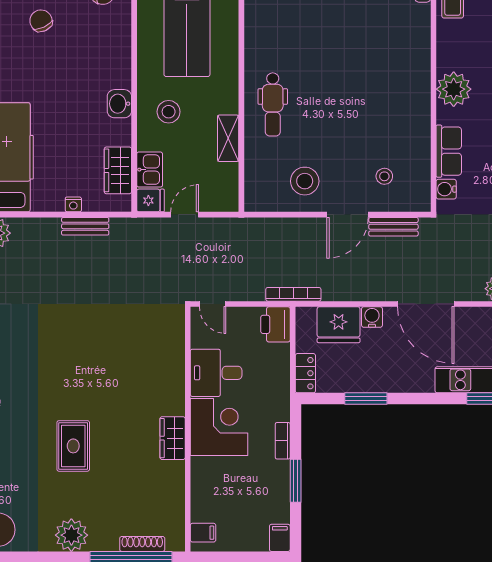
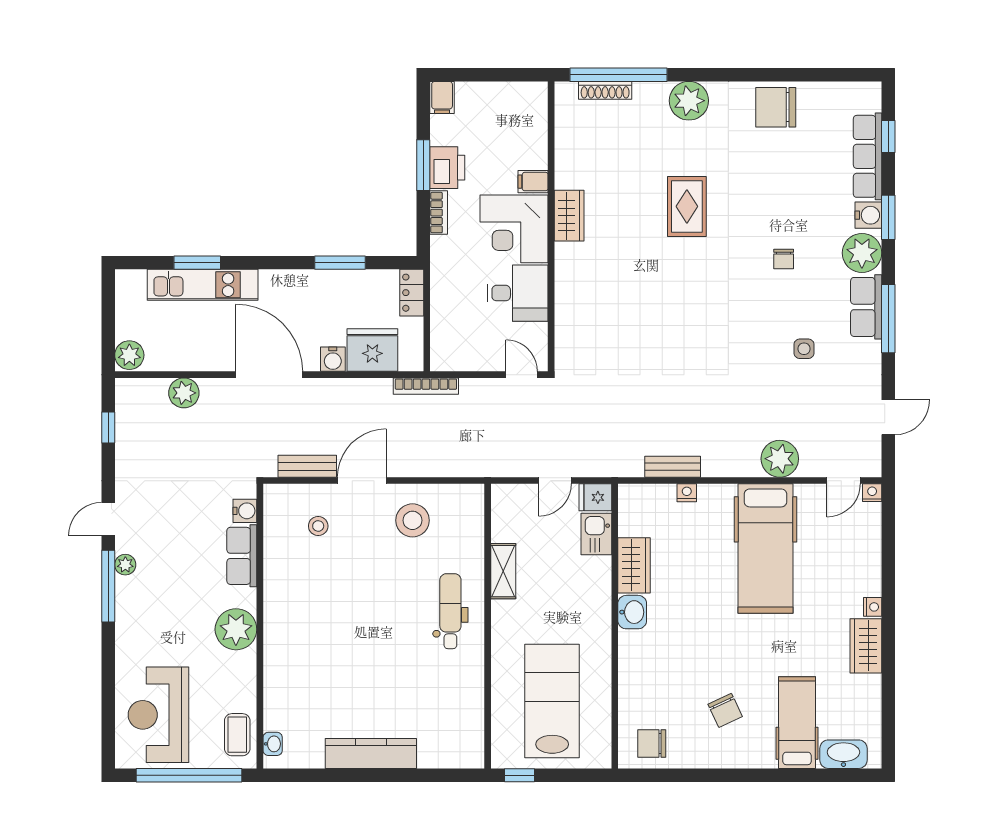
stool: (169, 112) -> (574, 603), removed
wardrobe: (118, 170) -> (634, 565), moved
printer: (275, 324) -> (447, 168), moved
filing cabinet: (203, 533) -> (533, 182), moved

